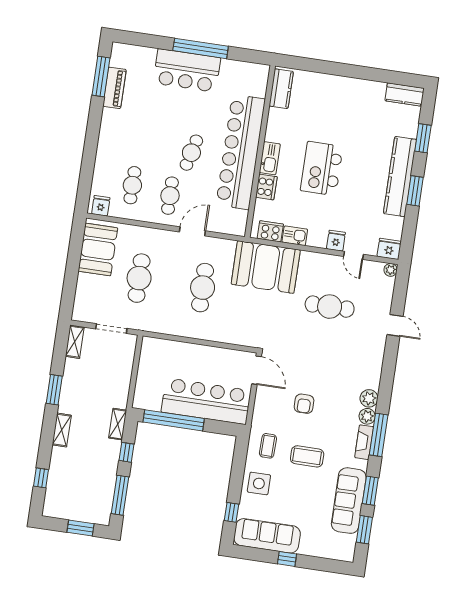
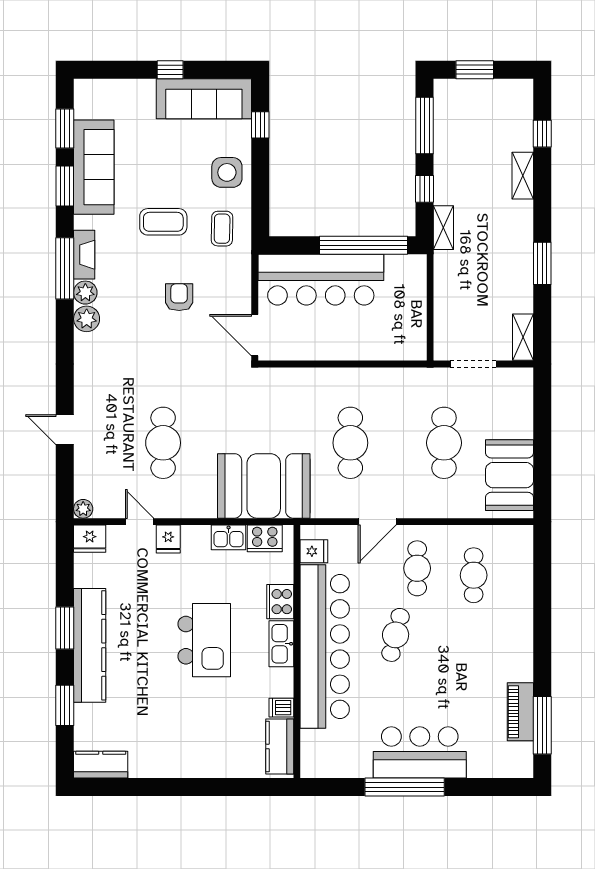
dishwasher: (276, 115) -> (281, 708), added
fridge: (101, 206) -> (314, 551), moved, turned -90
cafe table: (330, 307) -> (163, 443), turned 90
shelving: (62, 430) -> (523, 176), moved

